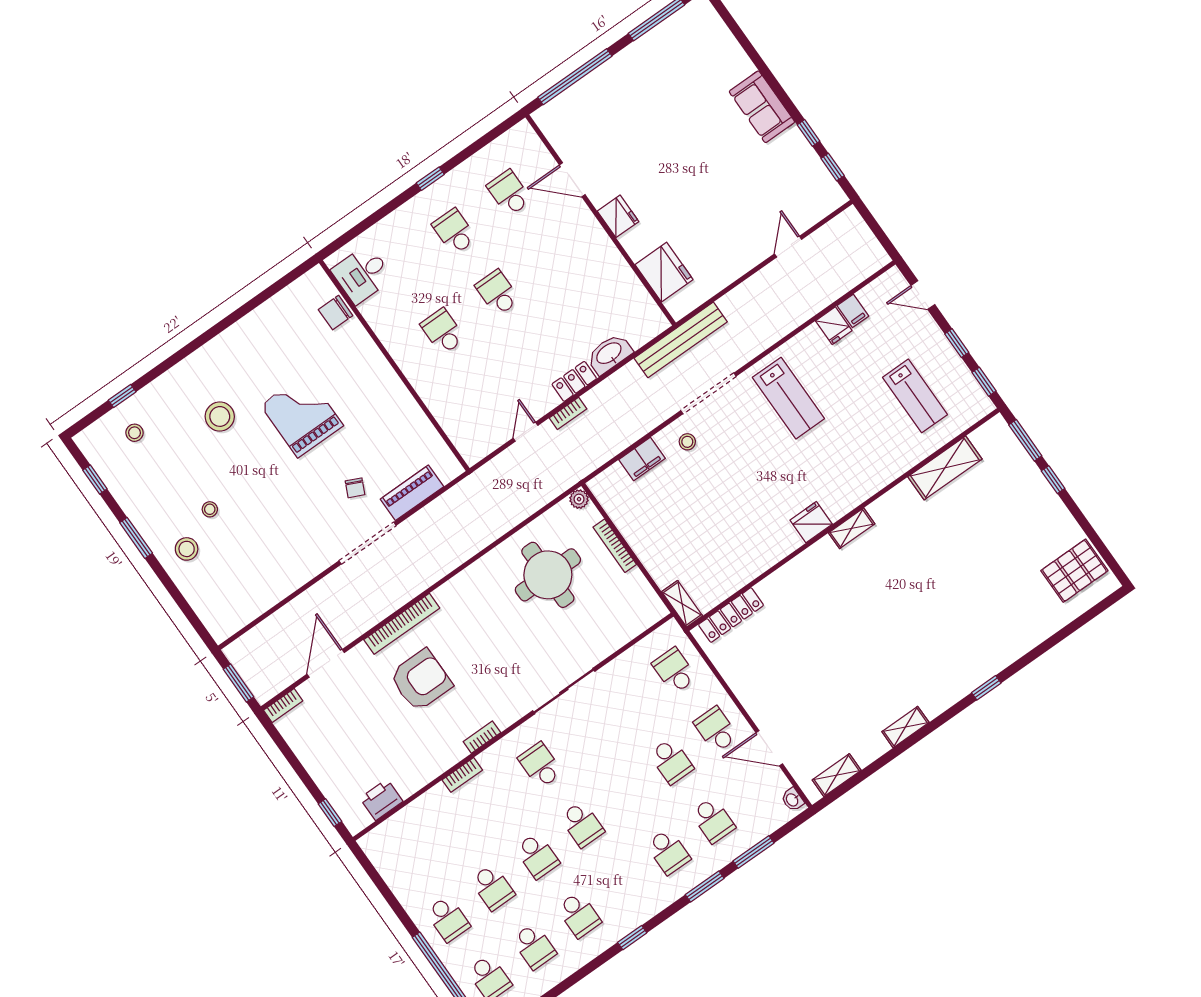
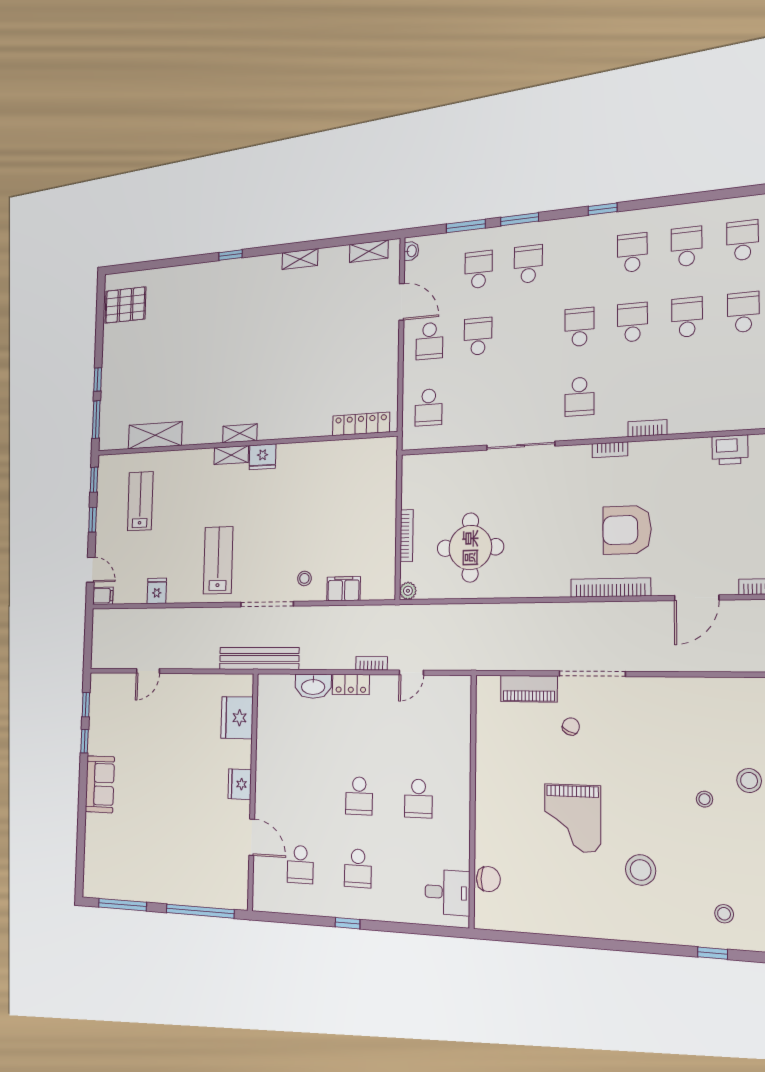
filing cabinet: (853, 311) -> (103, 596), moved, turned 90
shelving: (682, 604) -> (231, 455), moved, turned 90

